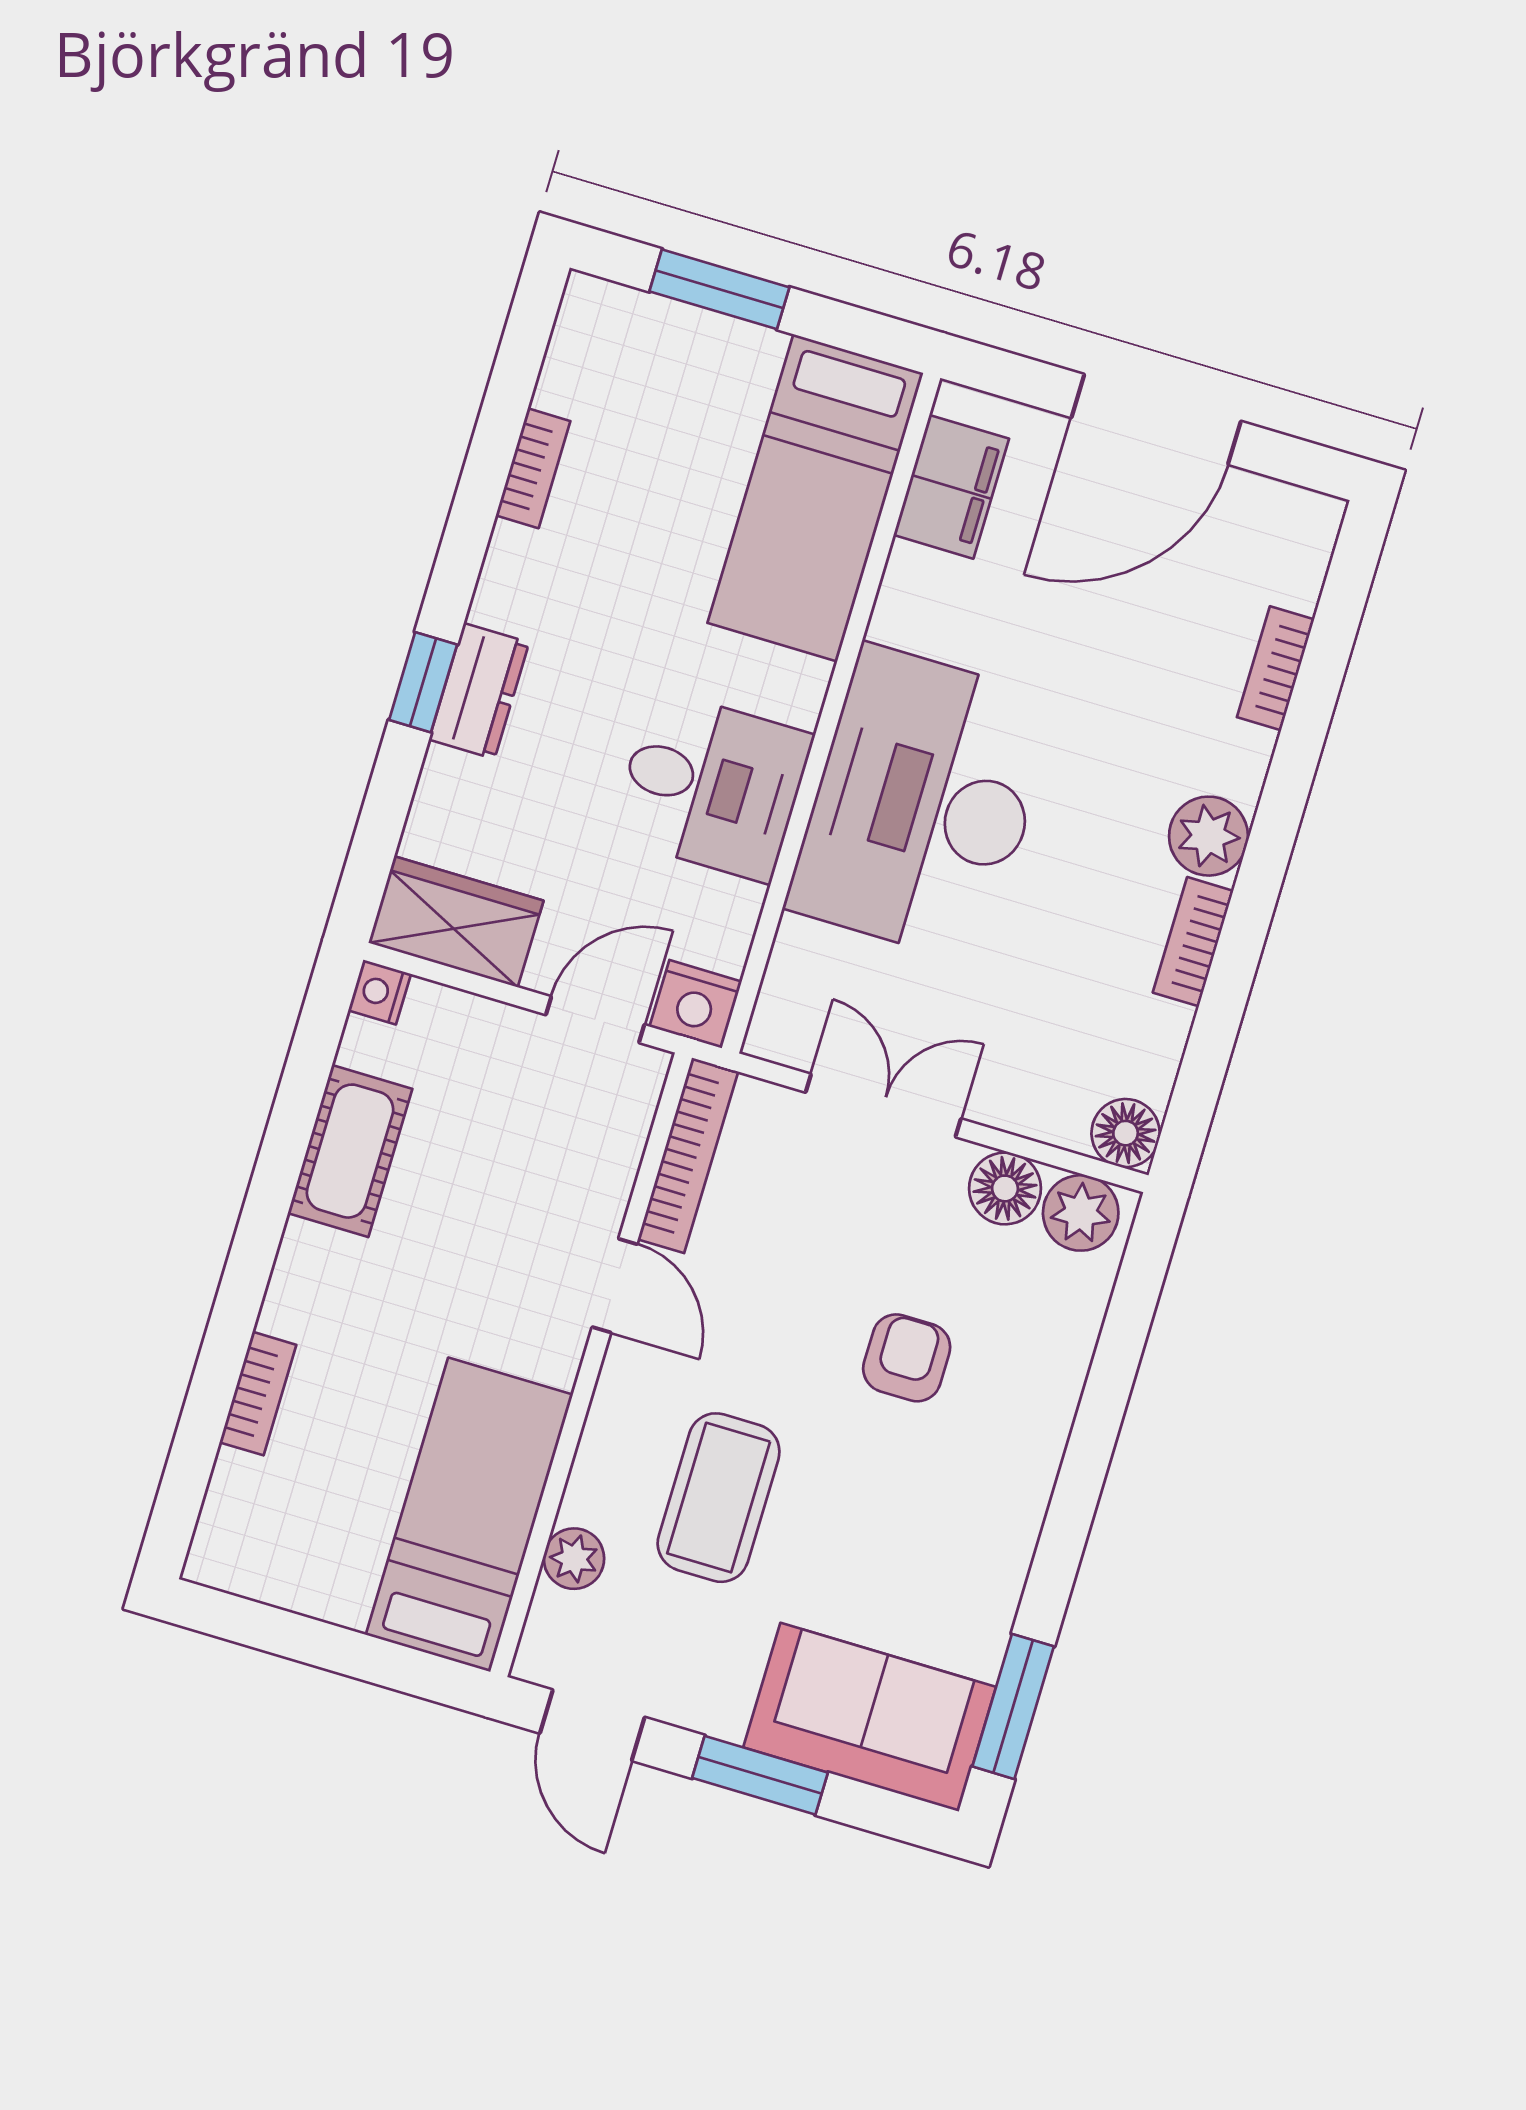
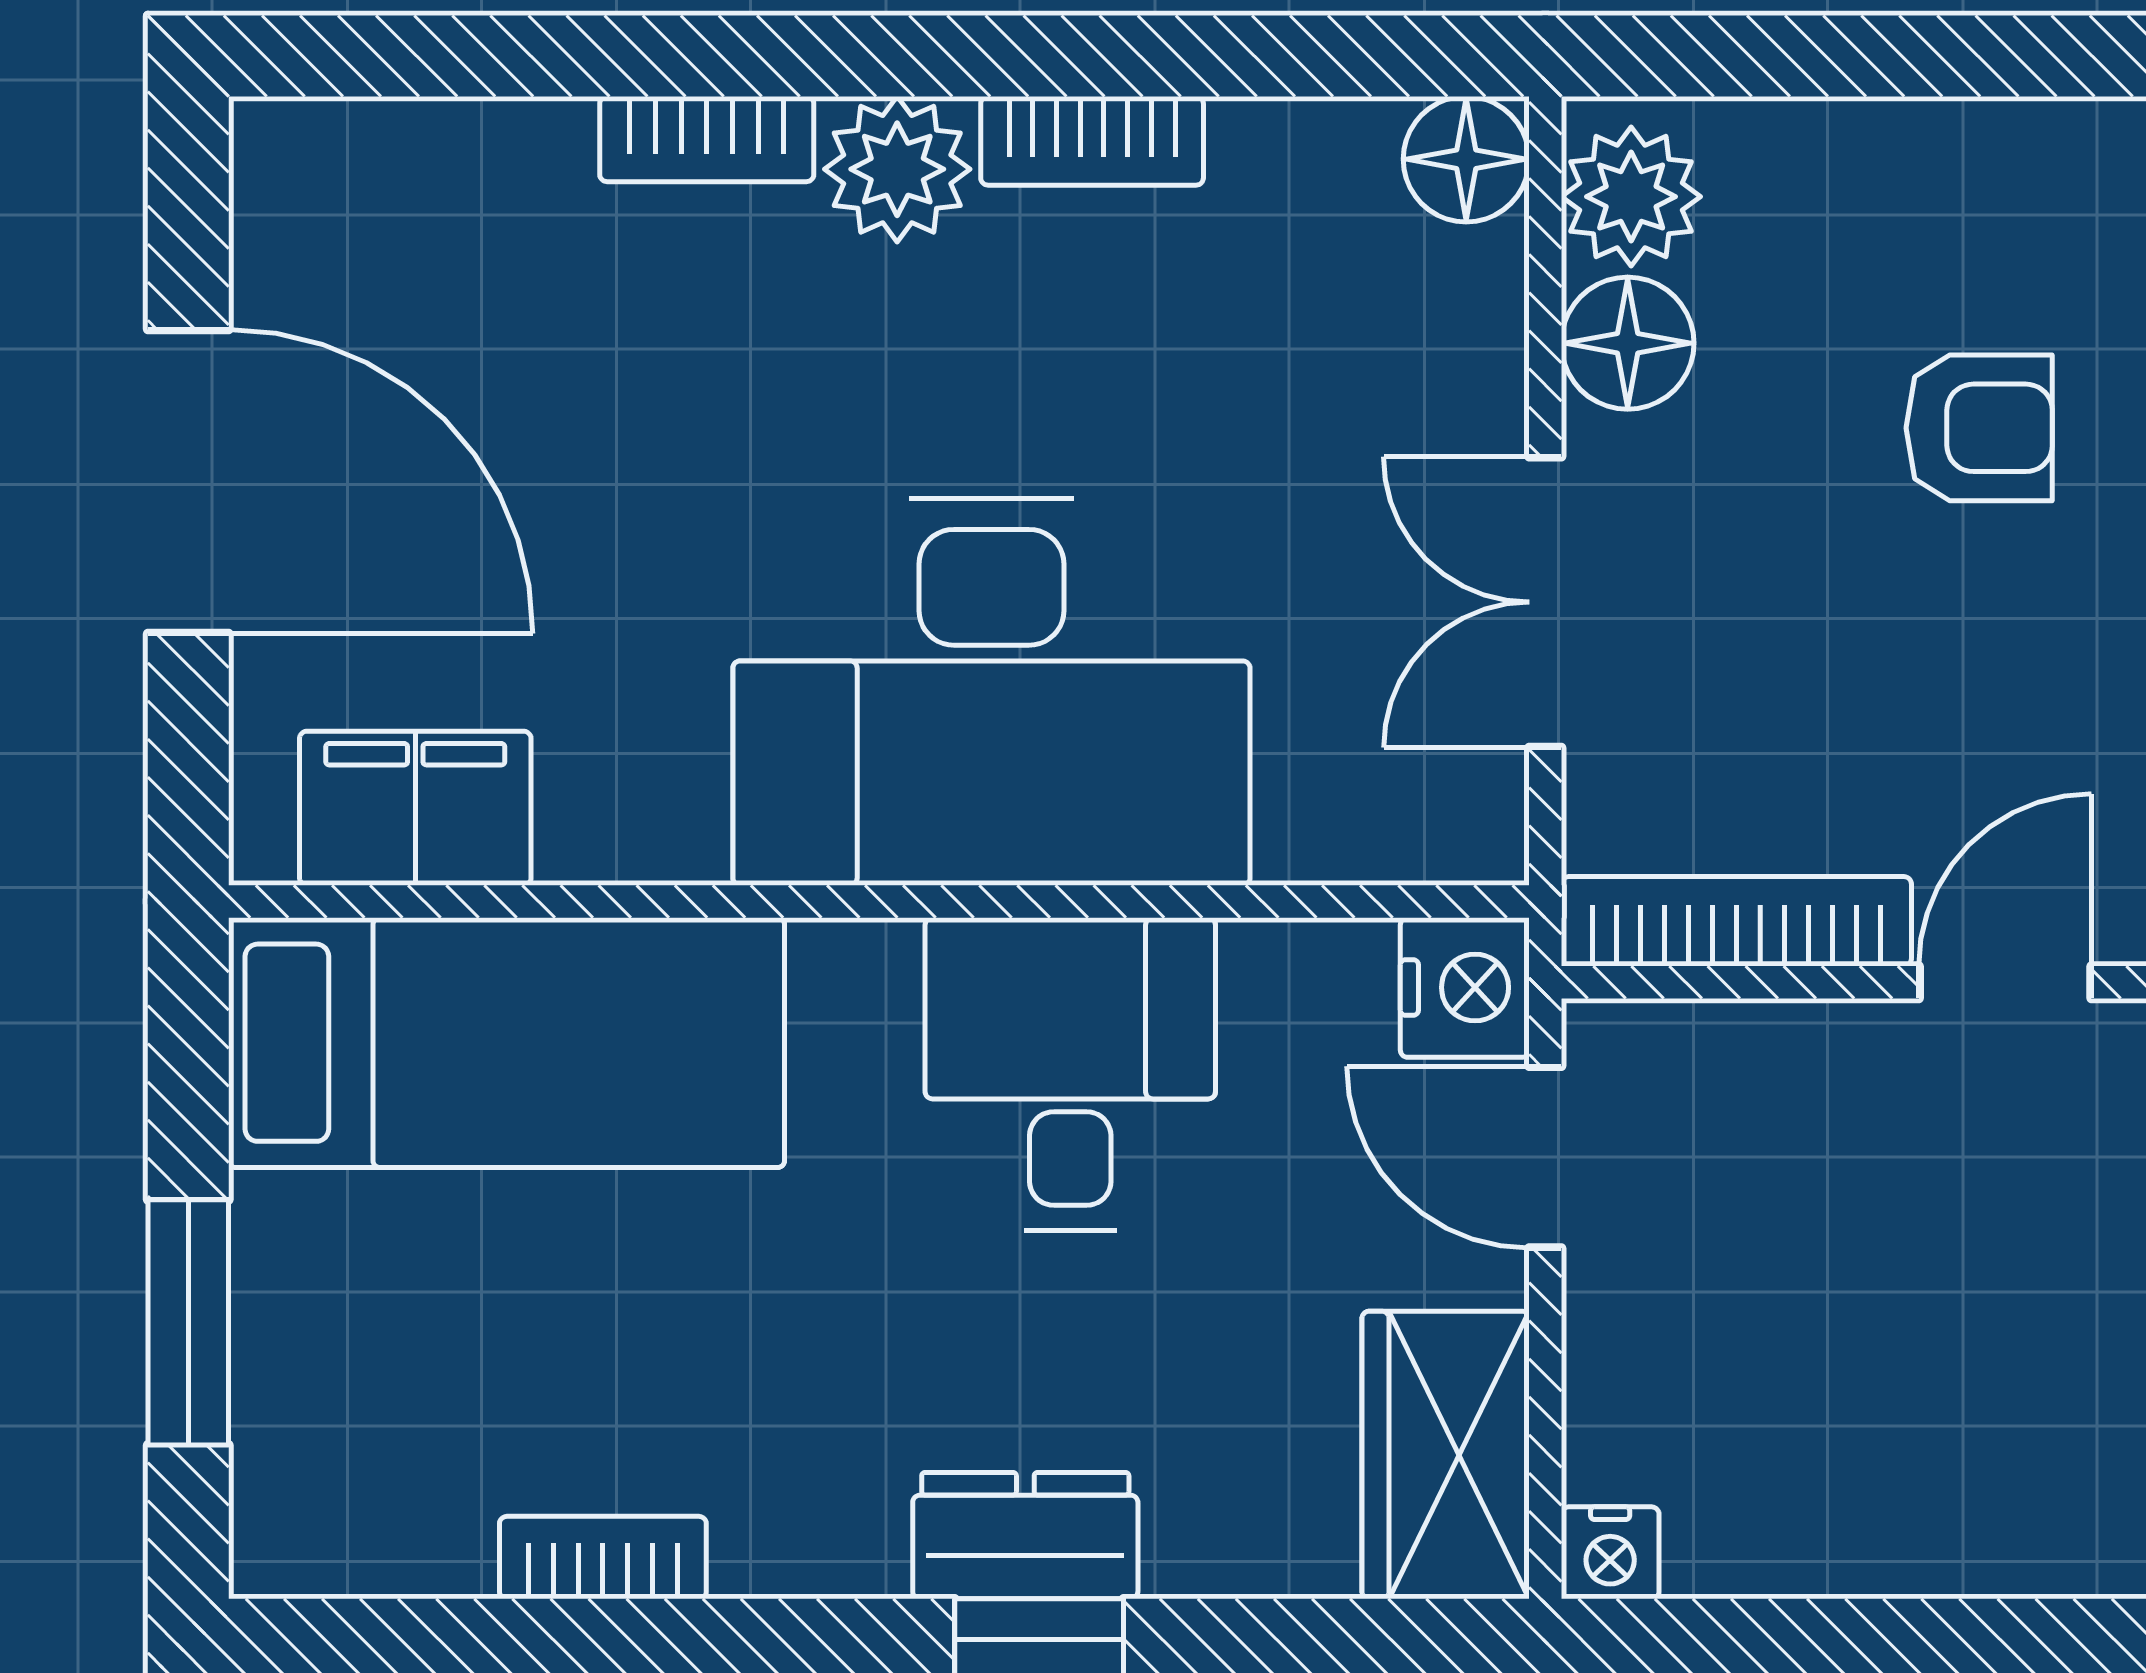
bookcase: (1276, 668) -> (707, 139), moved
cot: (350, 1151) -> (1907, 1521), removed
armchair: (907, 1358) -> (1979, 428), turned 180

